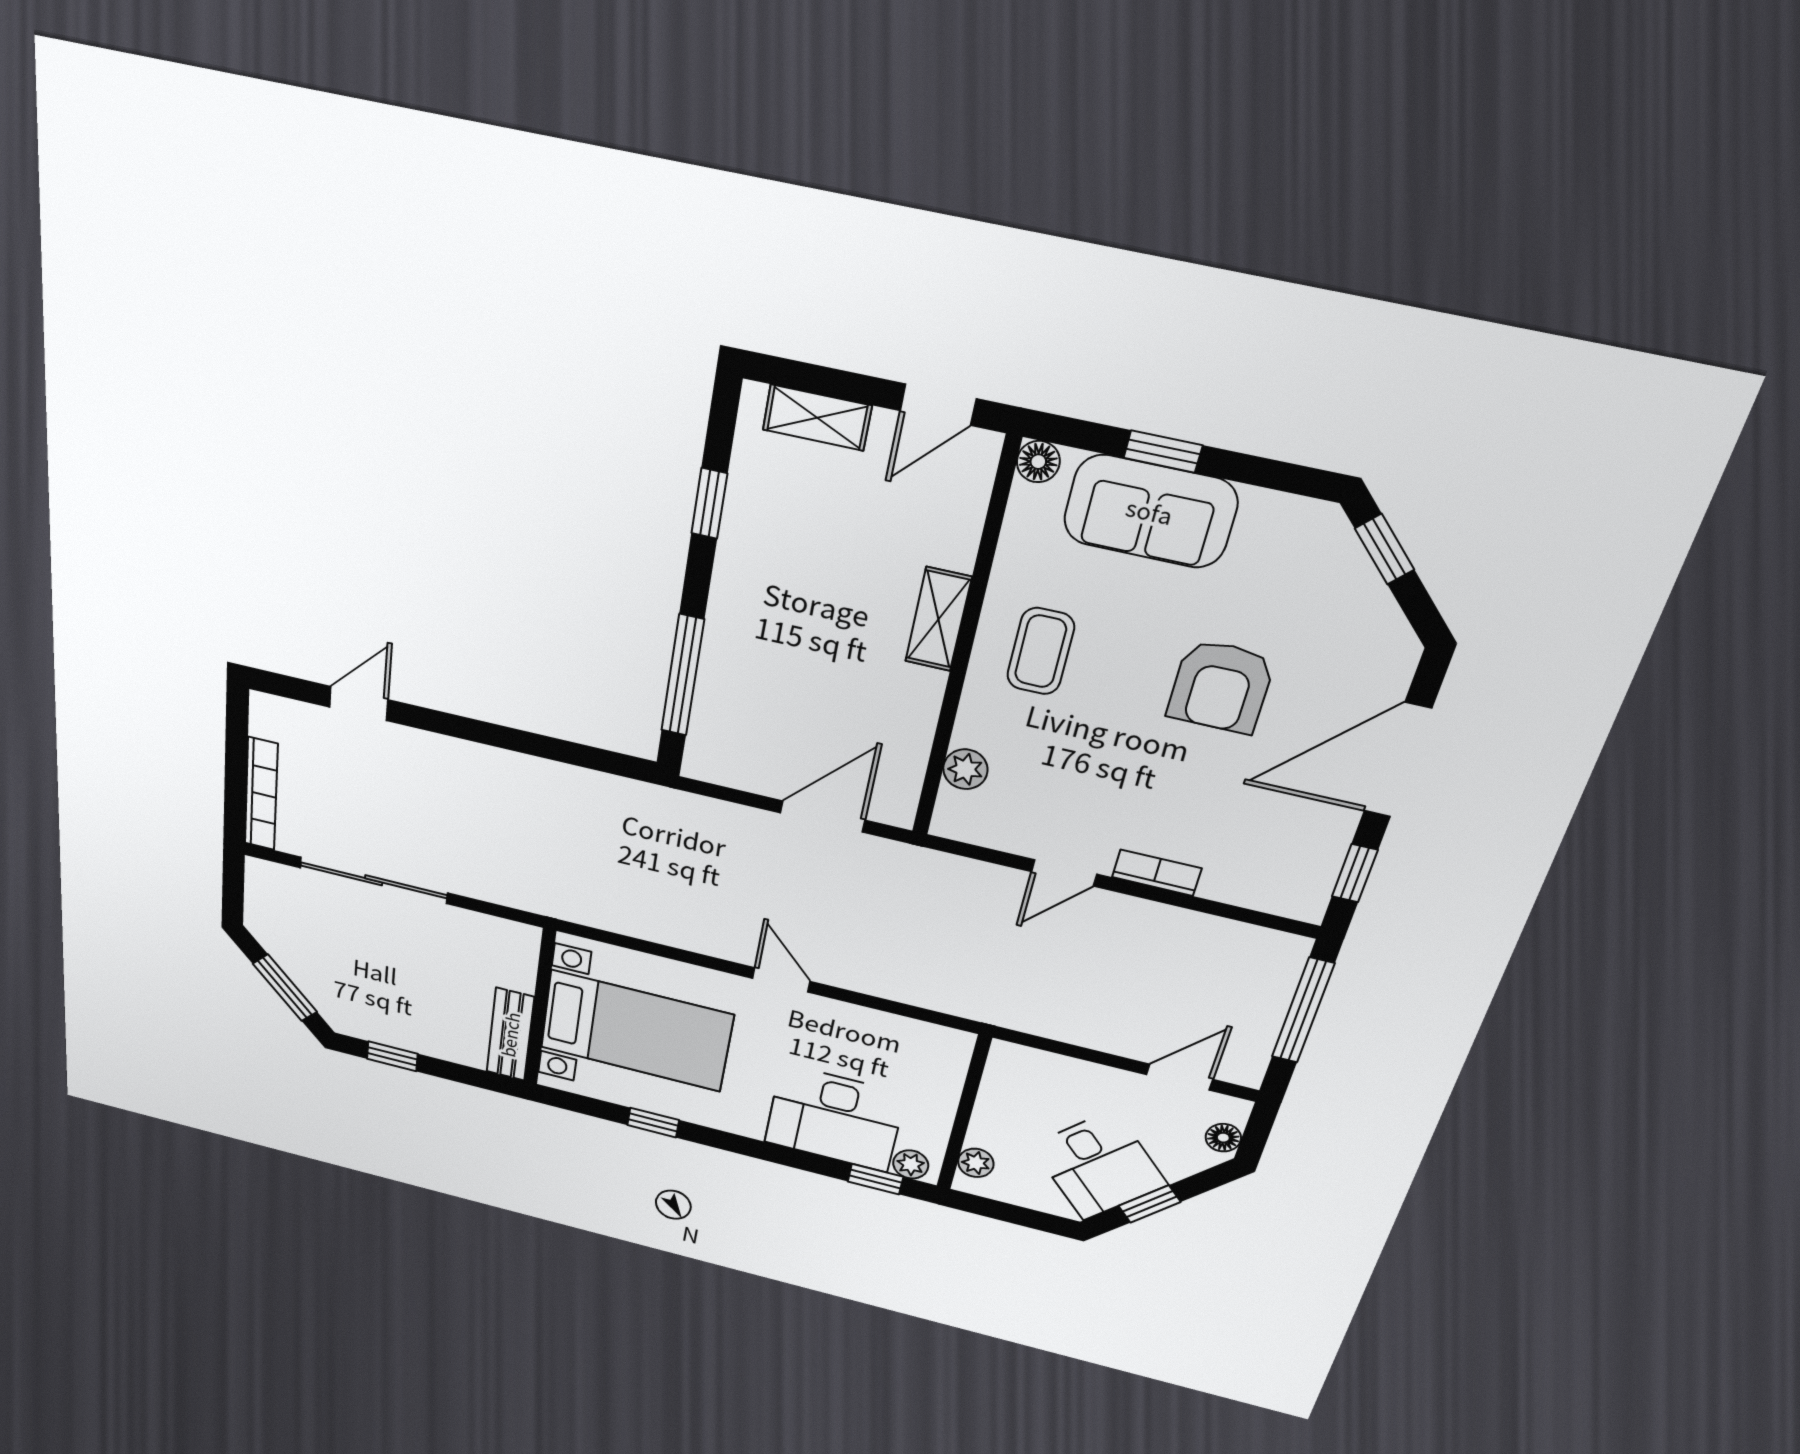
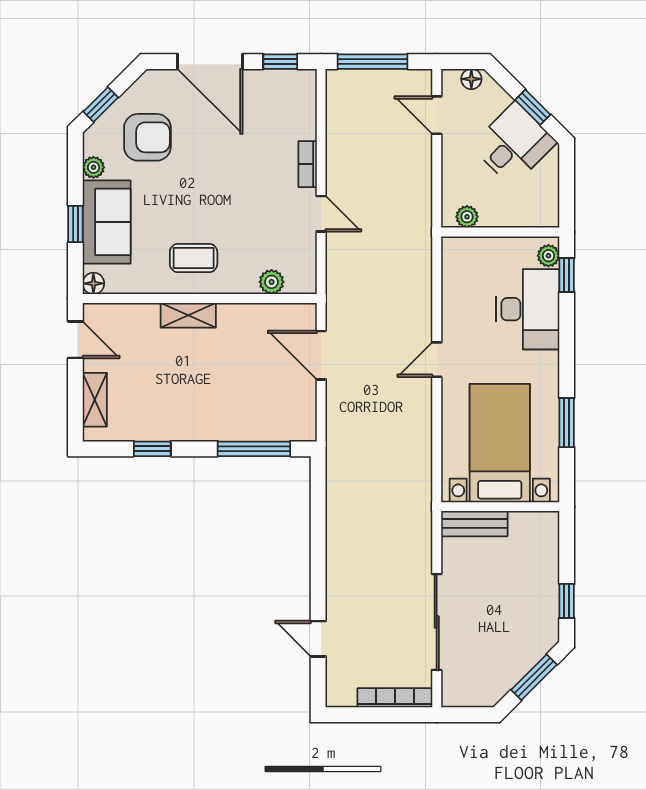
plant: (1264, 509) -> (93, 167), added
armchair: (1221, 686) -> (147, 137), moved
bench: (510, 1034) -> (474, 524), moved
window: (653, 1123) -> (567, 423), width x1.50
plant: (976, 1163) -> (467, 217), moved

